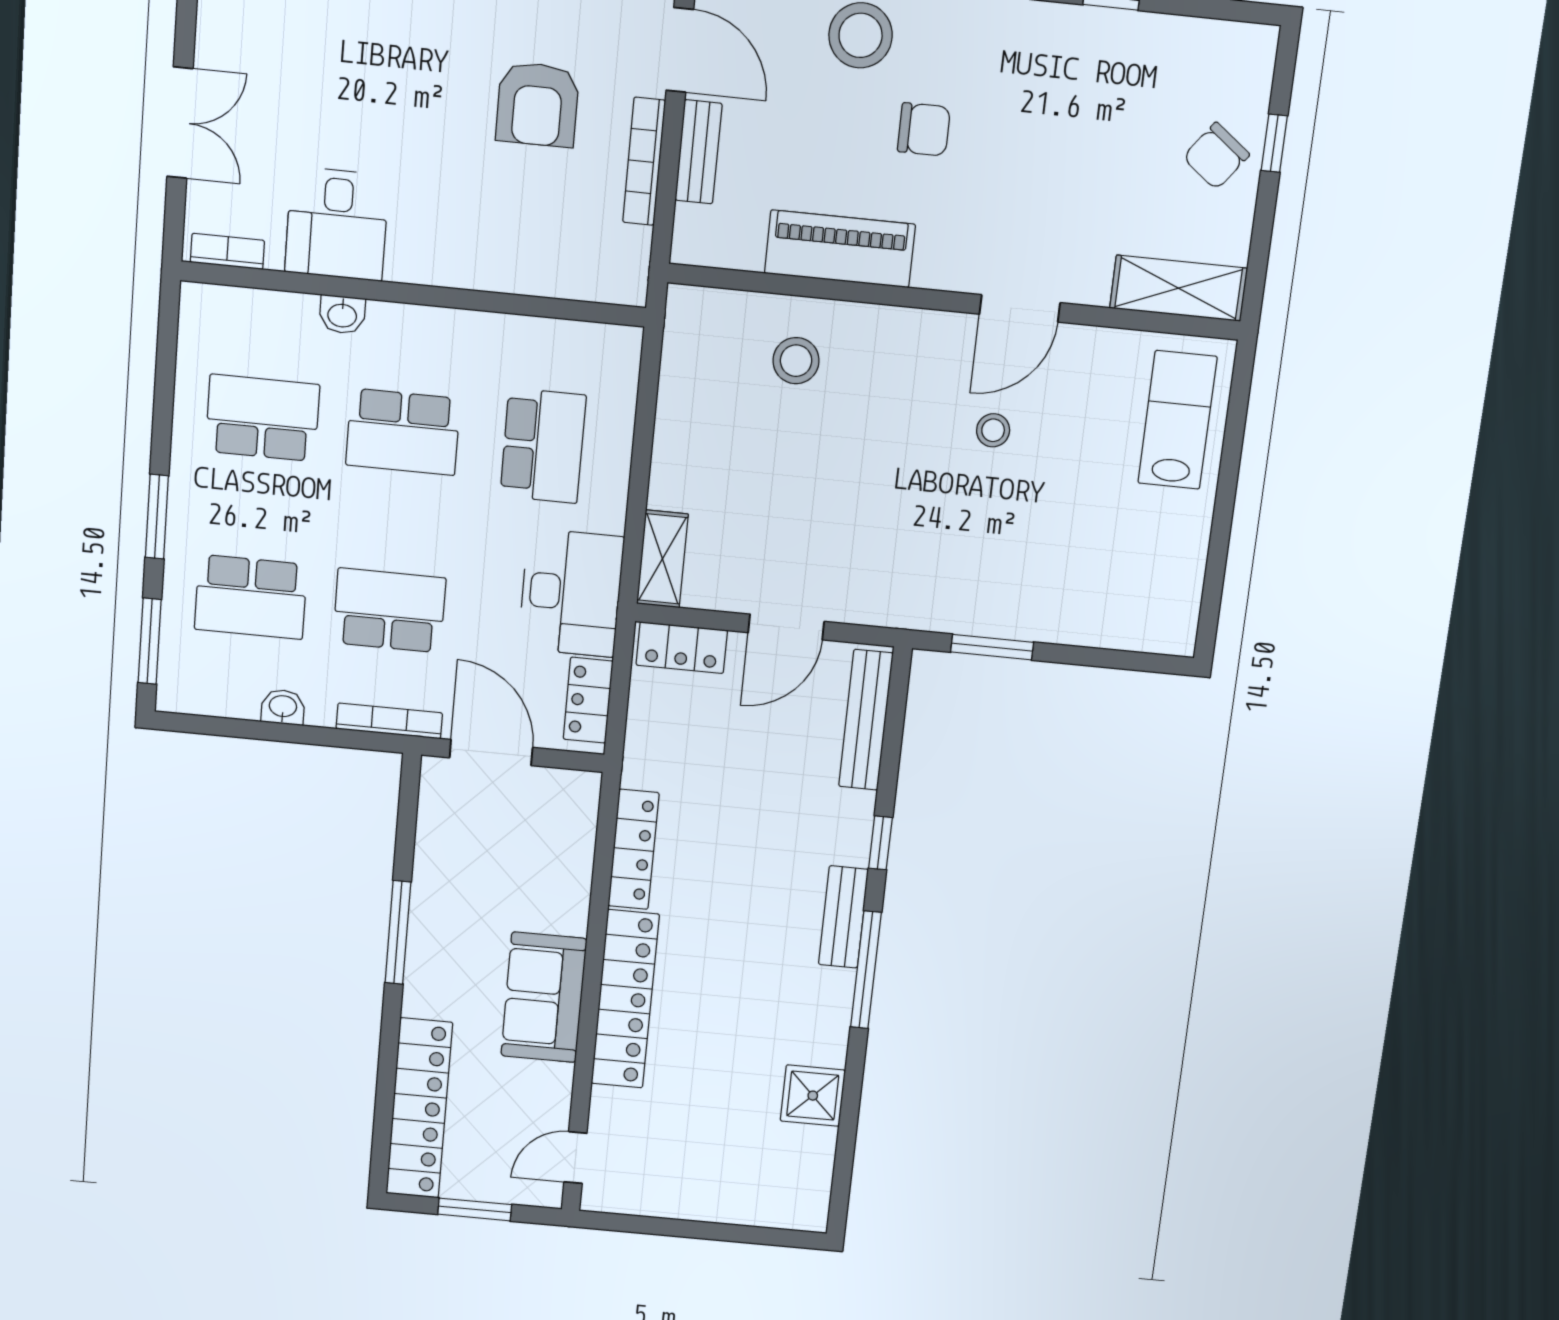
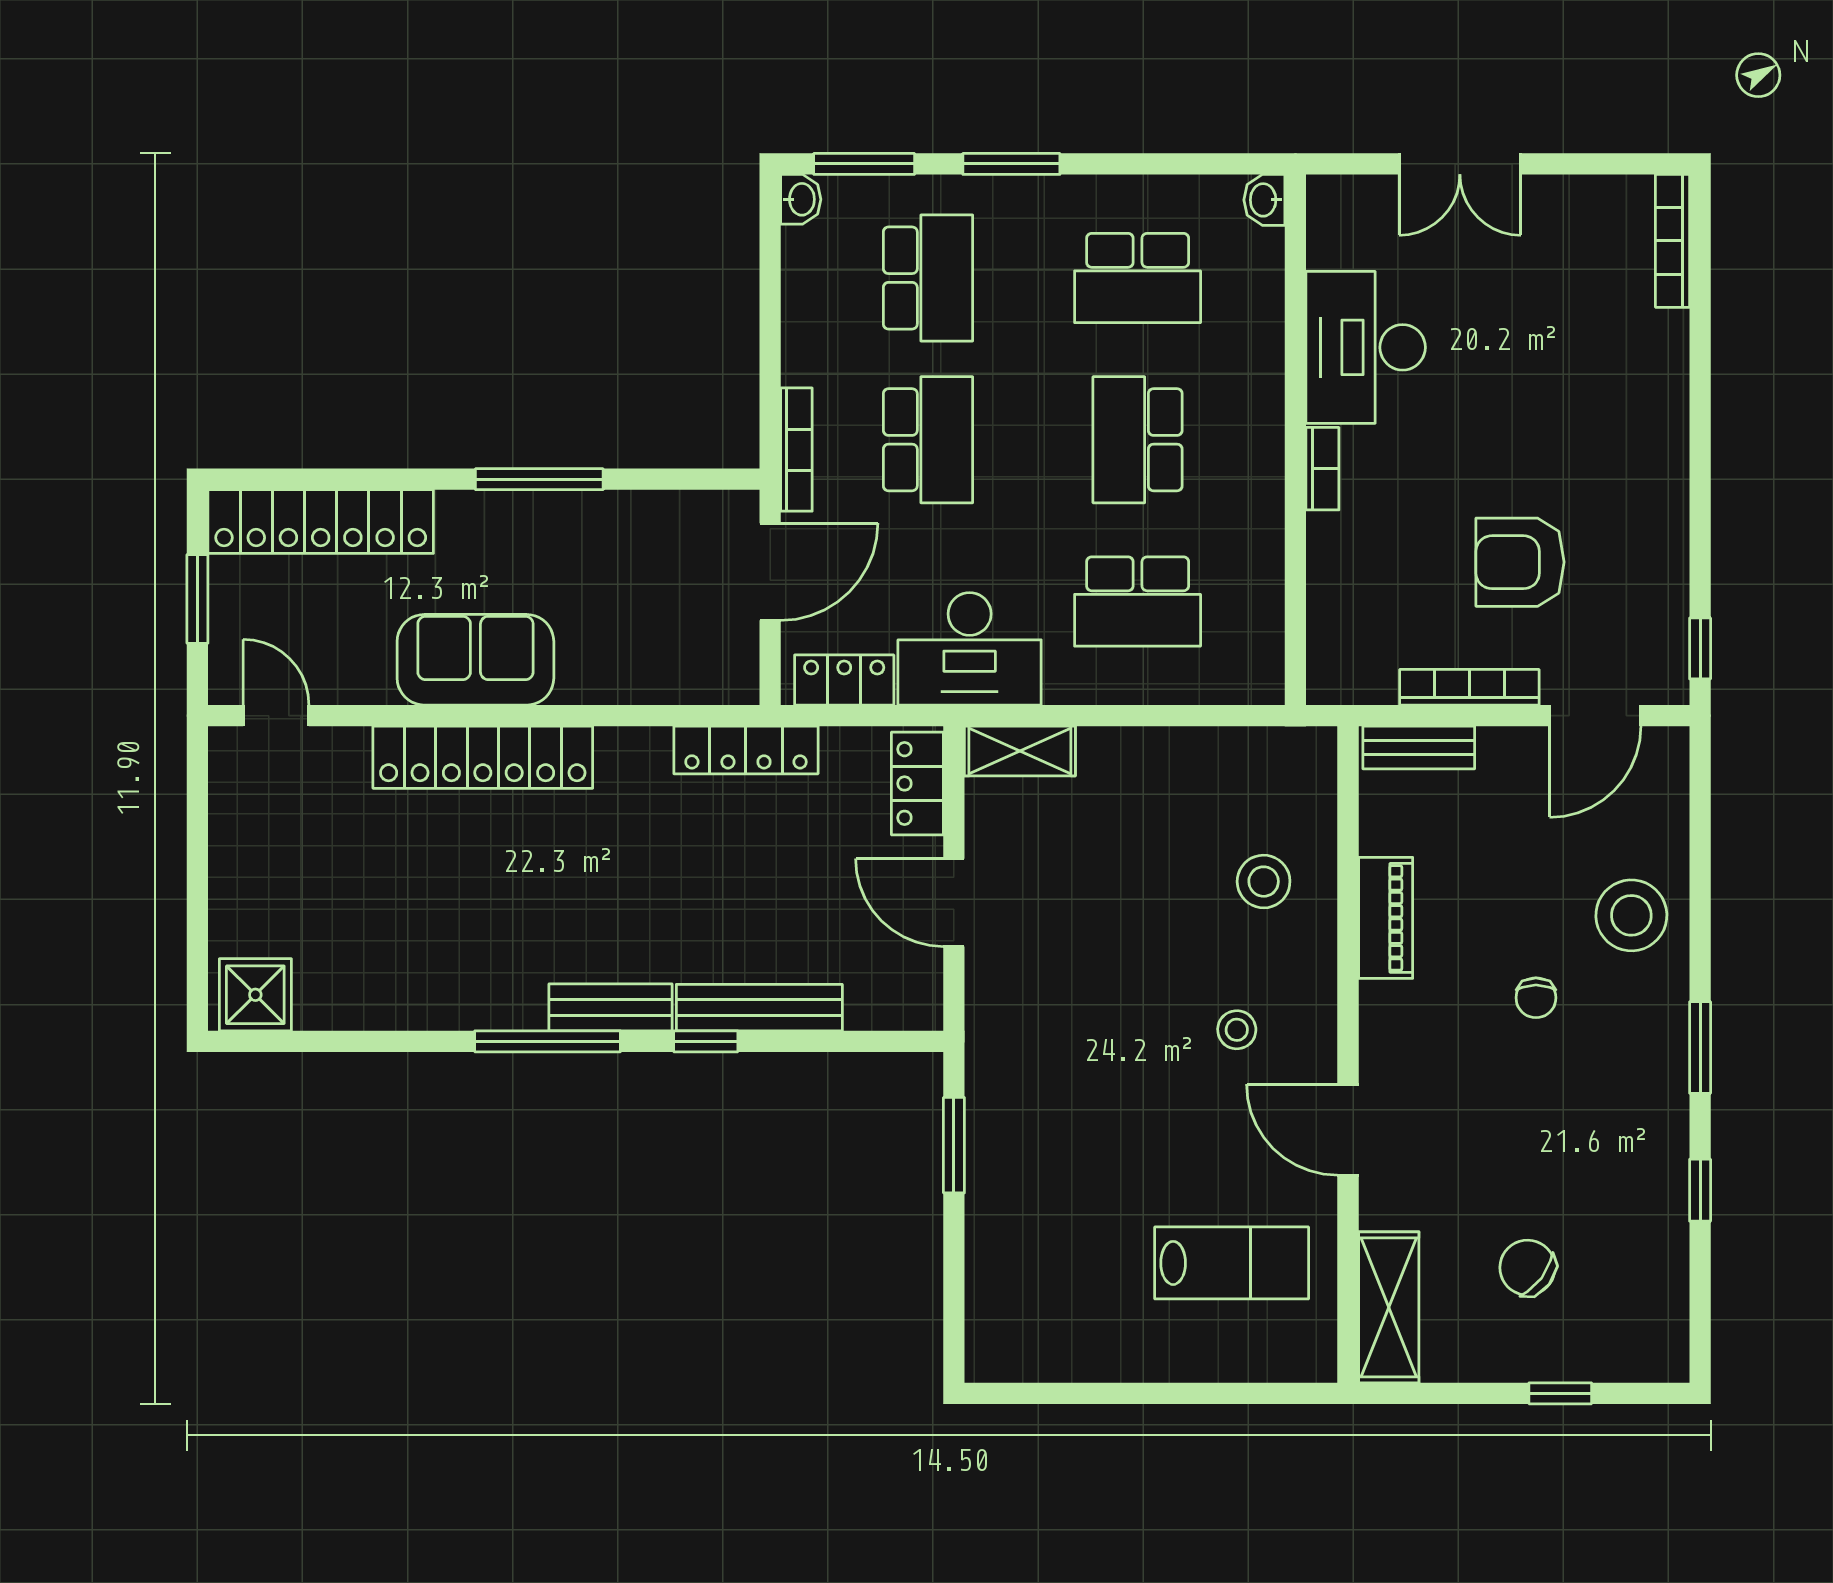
chair: (924, 129) -> (1536, 998), width x0.73, depth x0.73
bench: (699, 152) -> (1419, 747), moved
chair: (1216, 156) -> (1527, 1268), moved
desk: (337, 224) -> (1366, 347), width x1.37
piano: (840, 249) -> (1386, 918), width x0.73, depth x0.75
bookcase: (227, 251) -> (1322, 469), moved
washbasin: (342, 315) -> (1264, 200), moved
school desk: (263, 418) -> (1138, 278), turned 90
lab bench: (1177, 420) -> (1232, 1263), moved
stool: (993, 430) -> (1237, 1030), moved
school desk: (251, 597) -> (928, 278), turned 180
washbasin: (283, 707) -> (801, 199), moved
bench: (866, 720) -> (759, 1008), moved
locker: (634, 849) -> (746, 750), moved
shower: (813, 1096) -> (255, 995), moved

